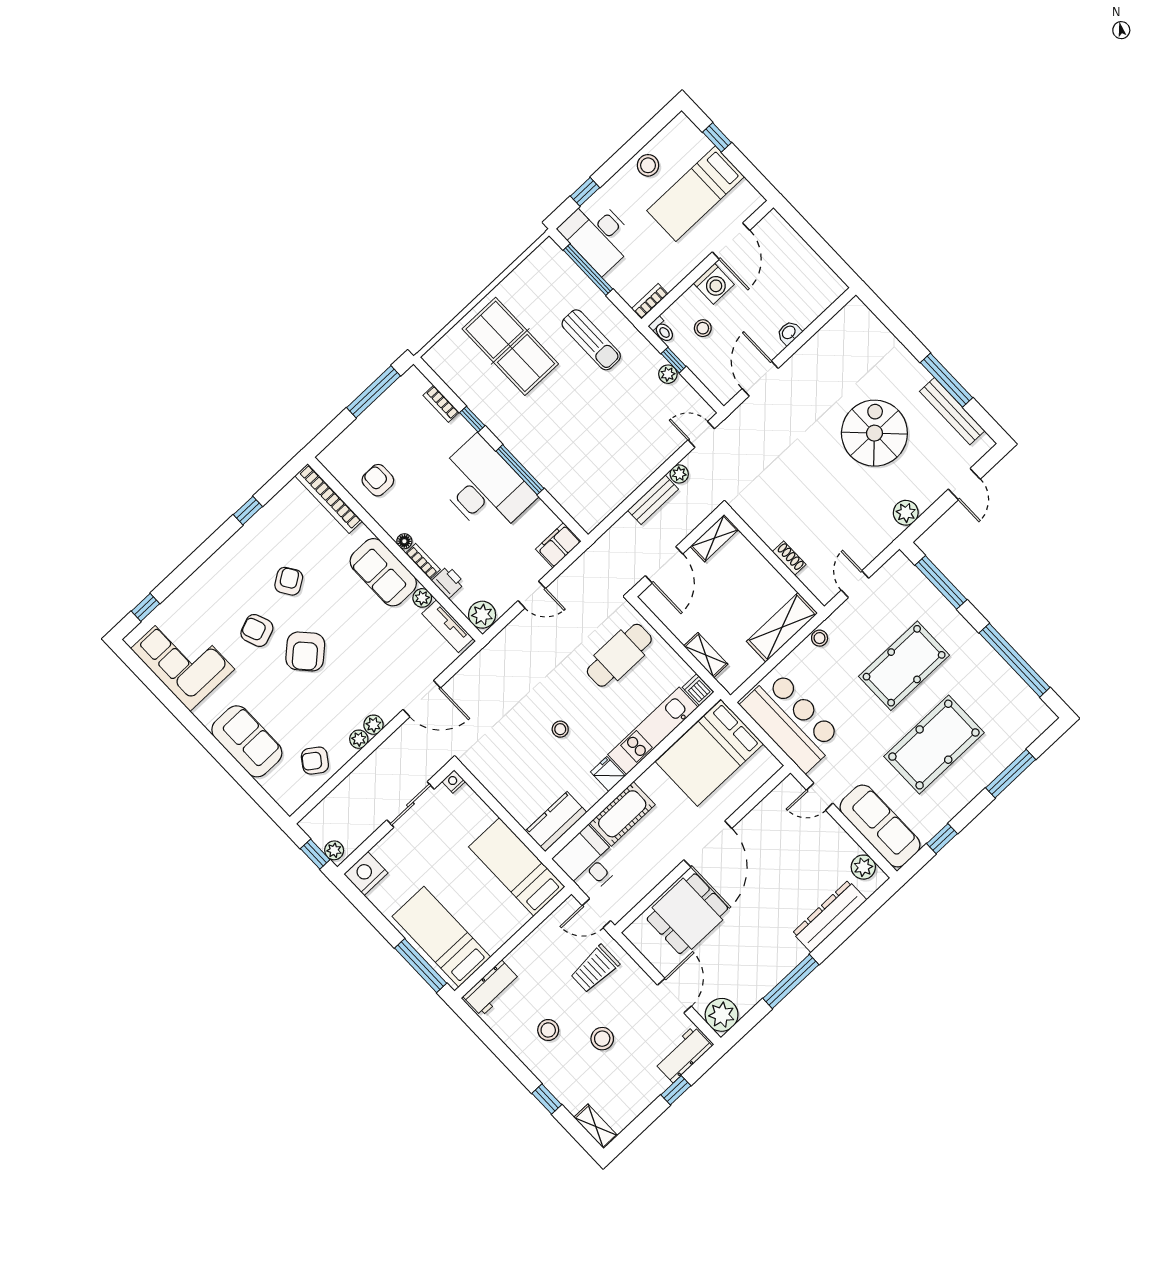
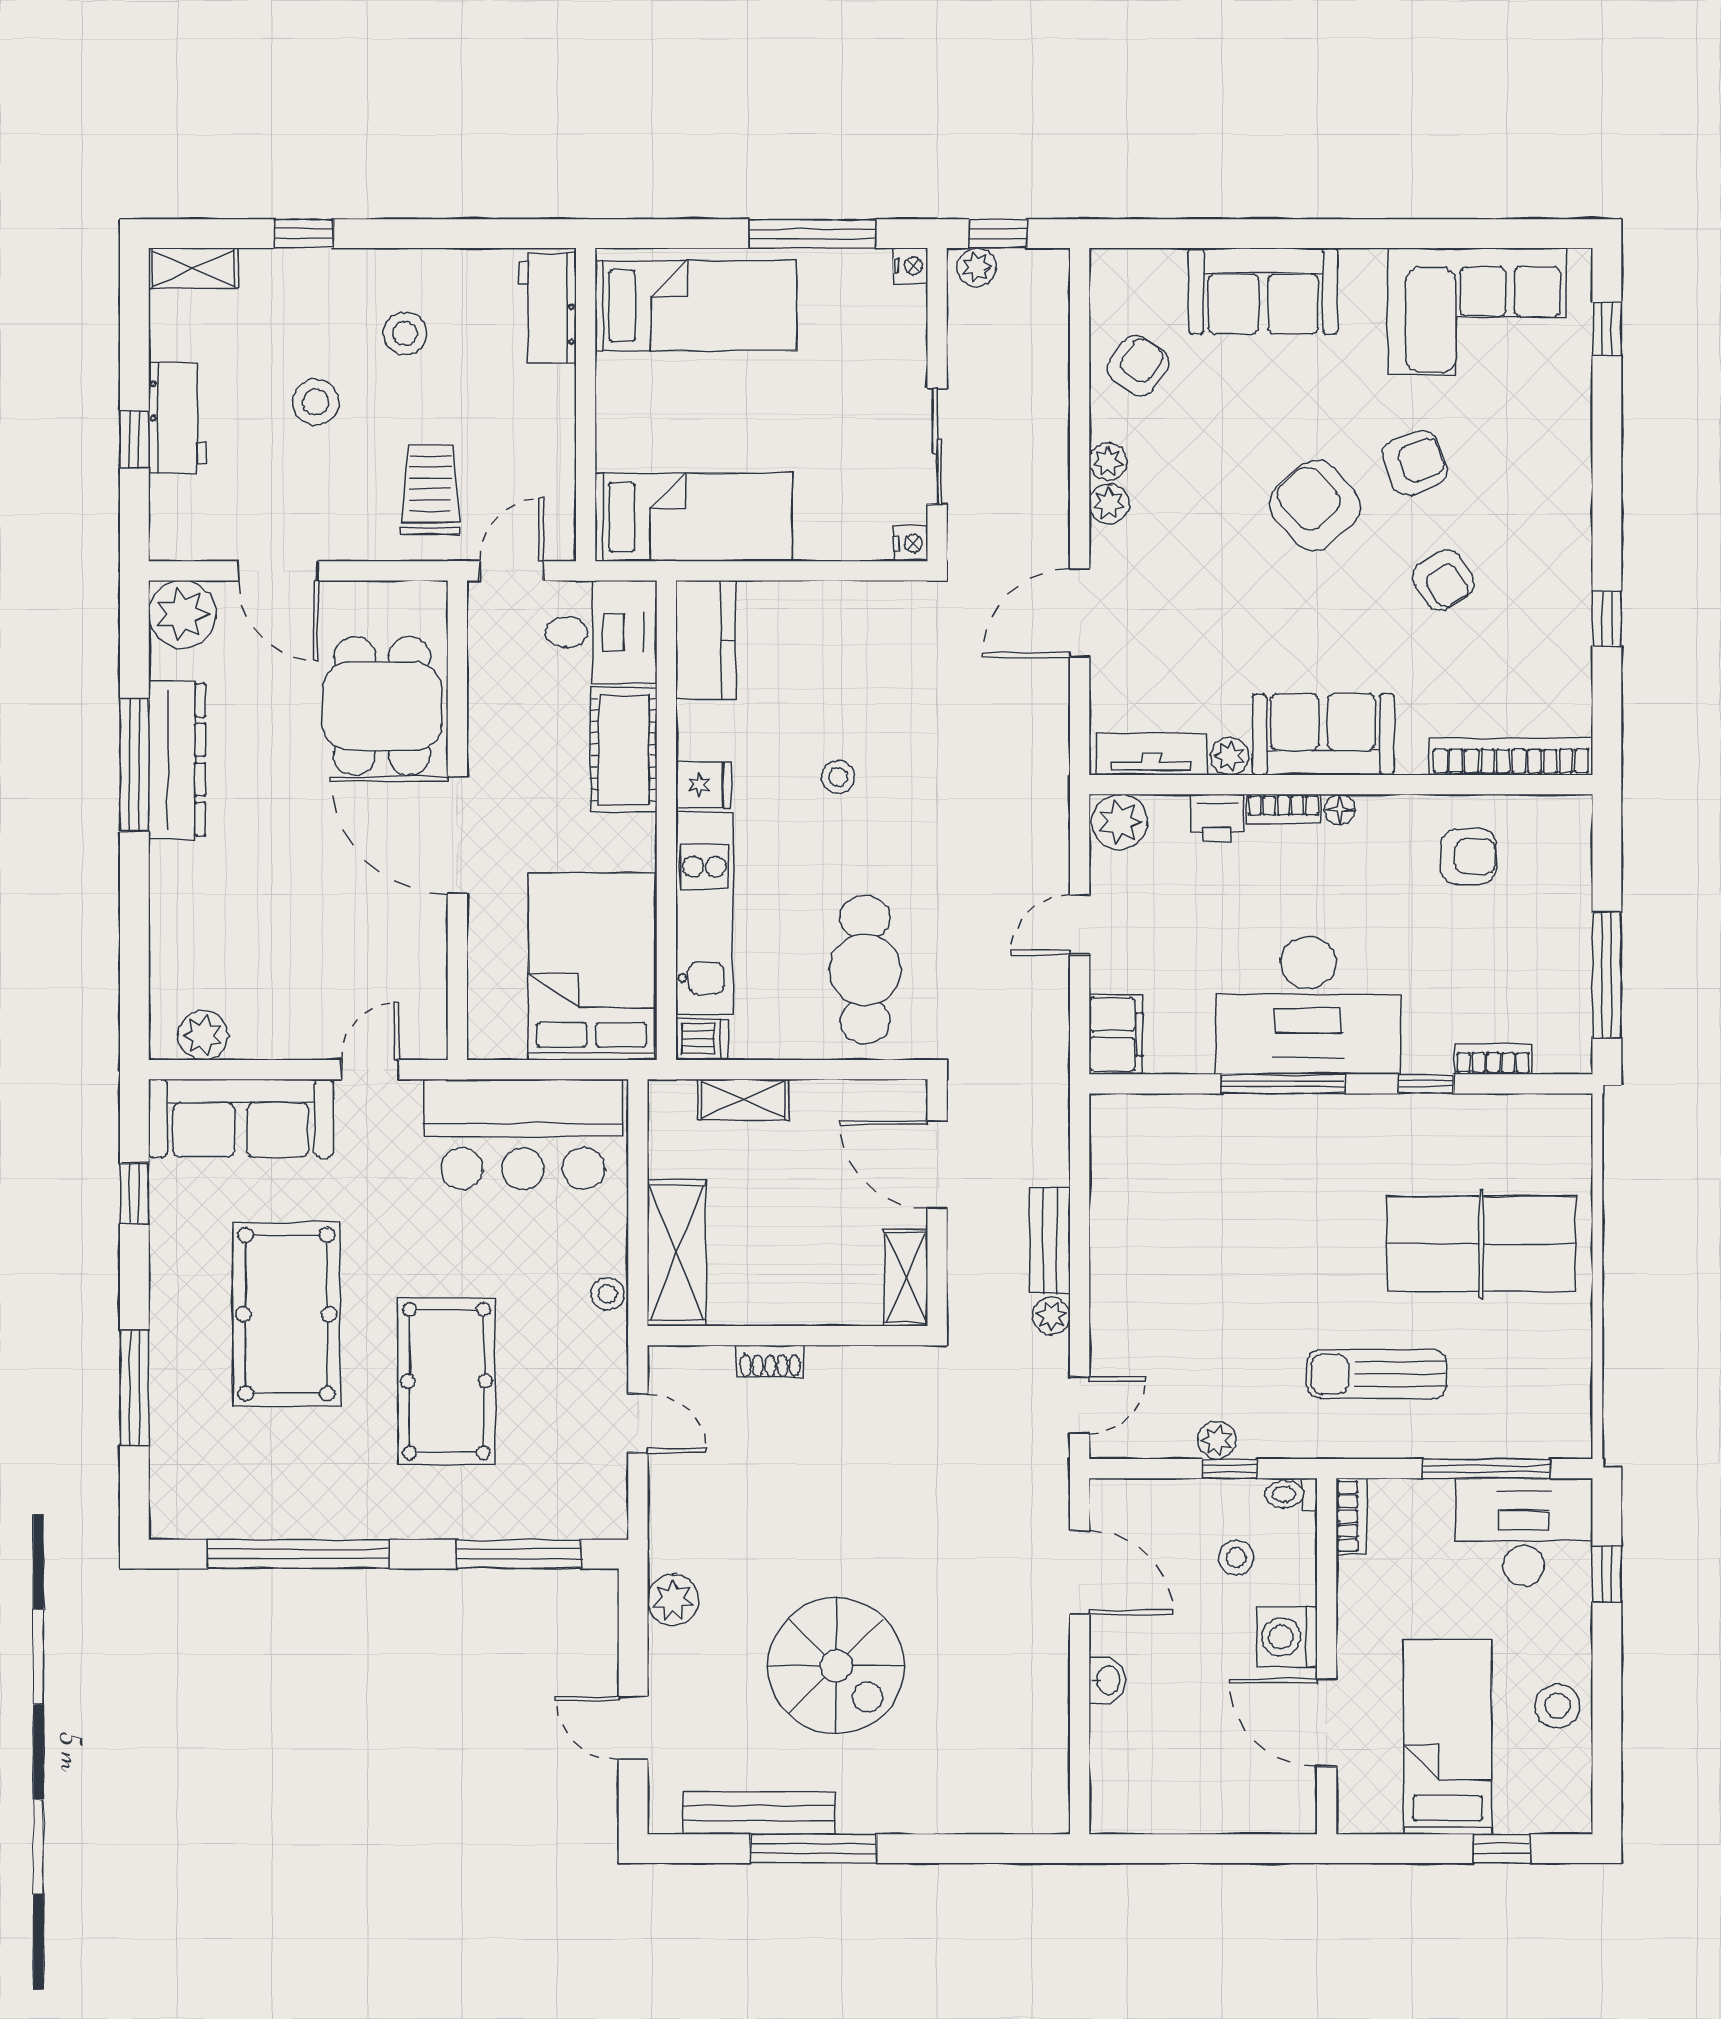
nightstand: (366, 874) -> (911, 266), width x0.53, depth x0.56
dresser: (830, 916) -> (177, 760), moved
window: (421, 966) -> (813, 234), moved
workbench: (683, 1054) -> (177, 418), moved

